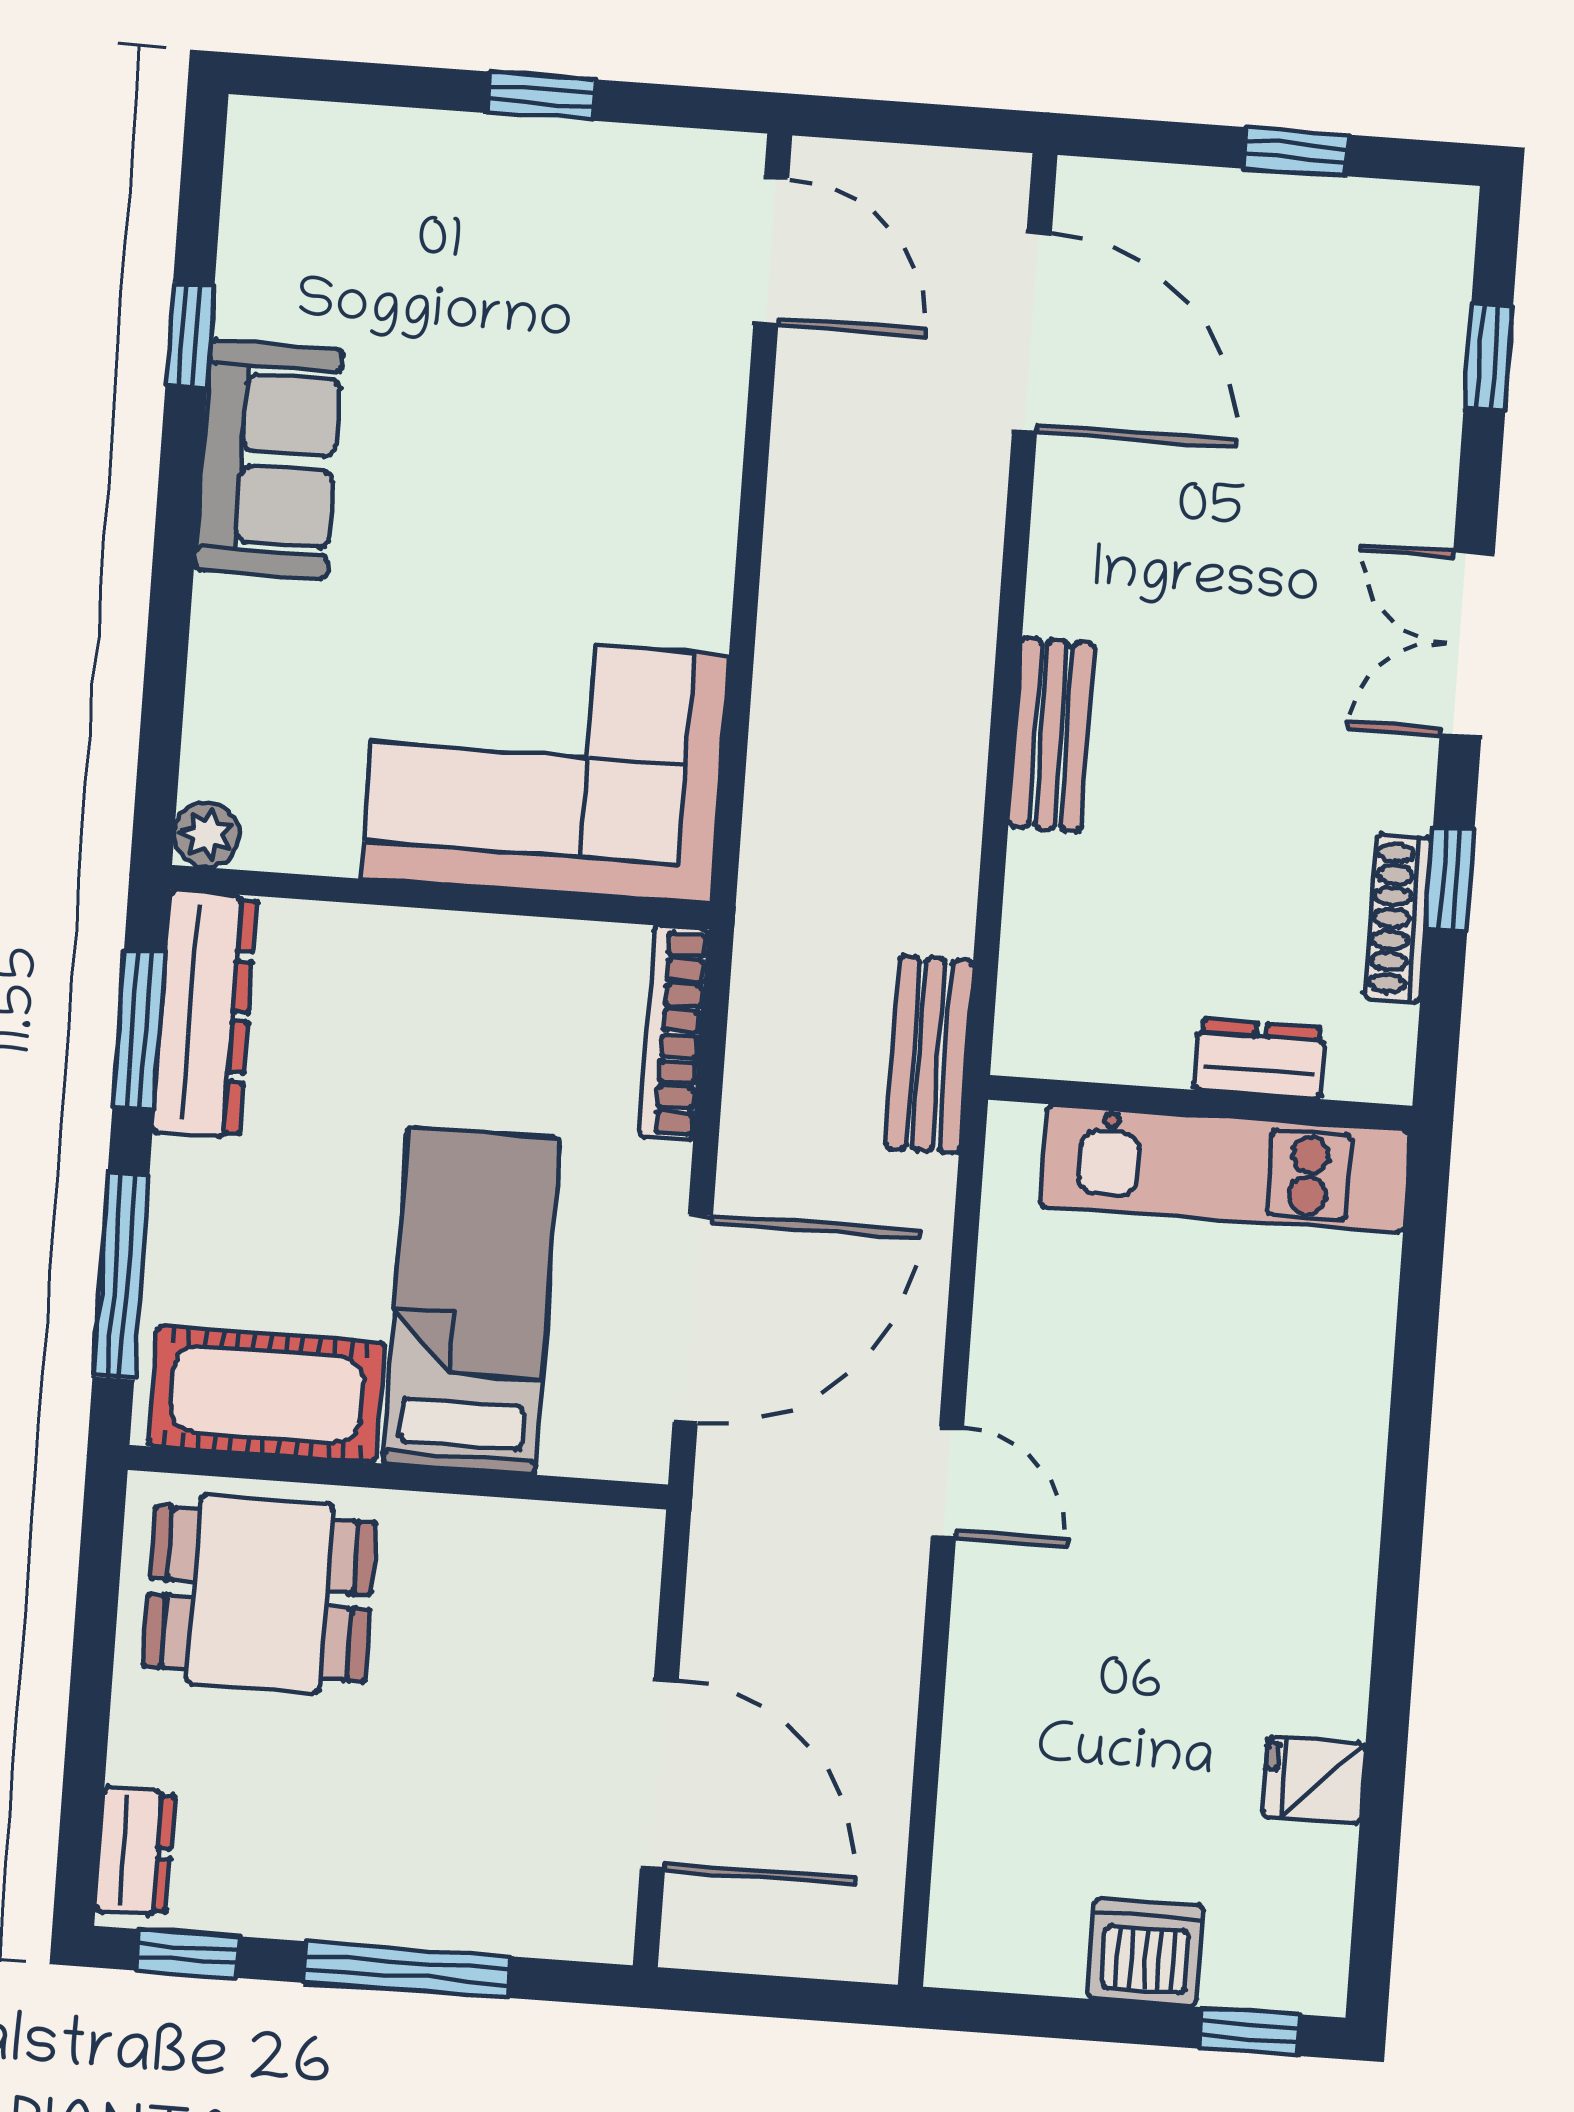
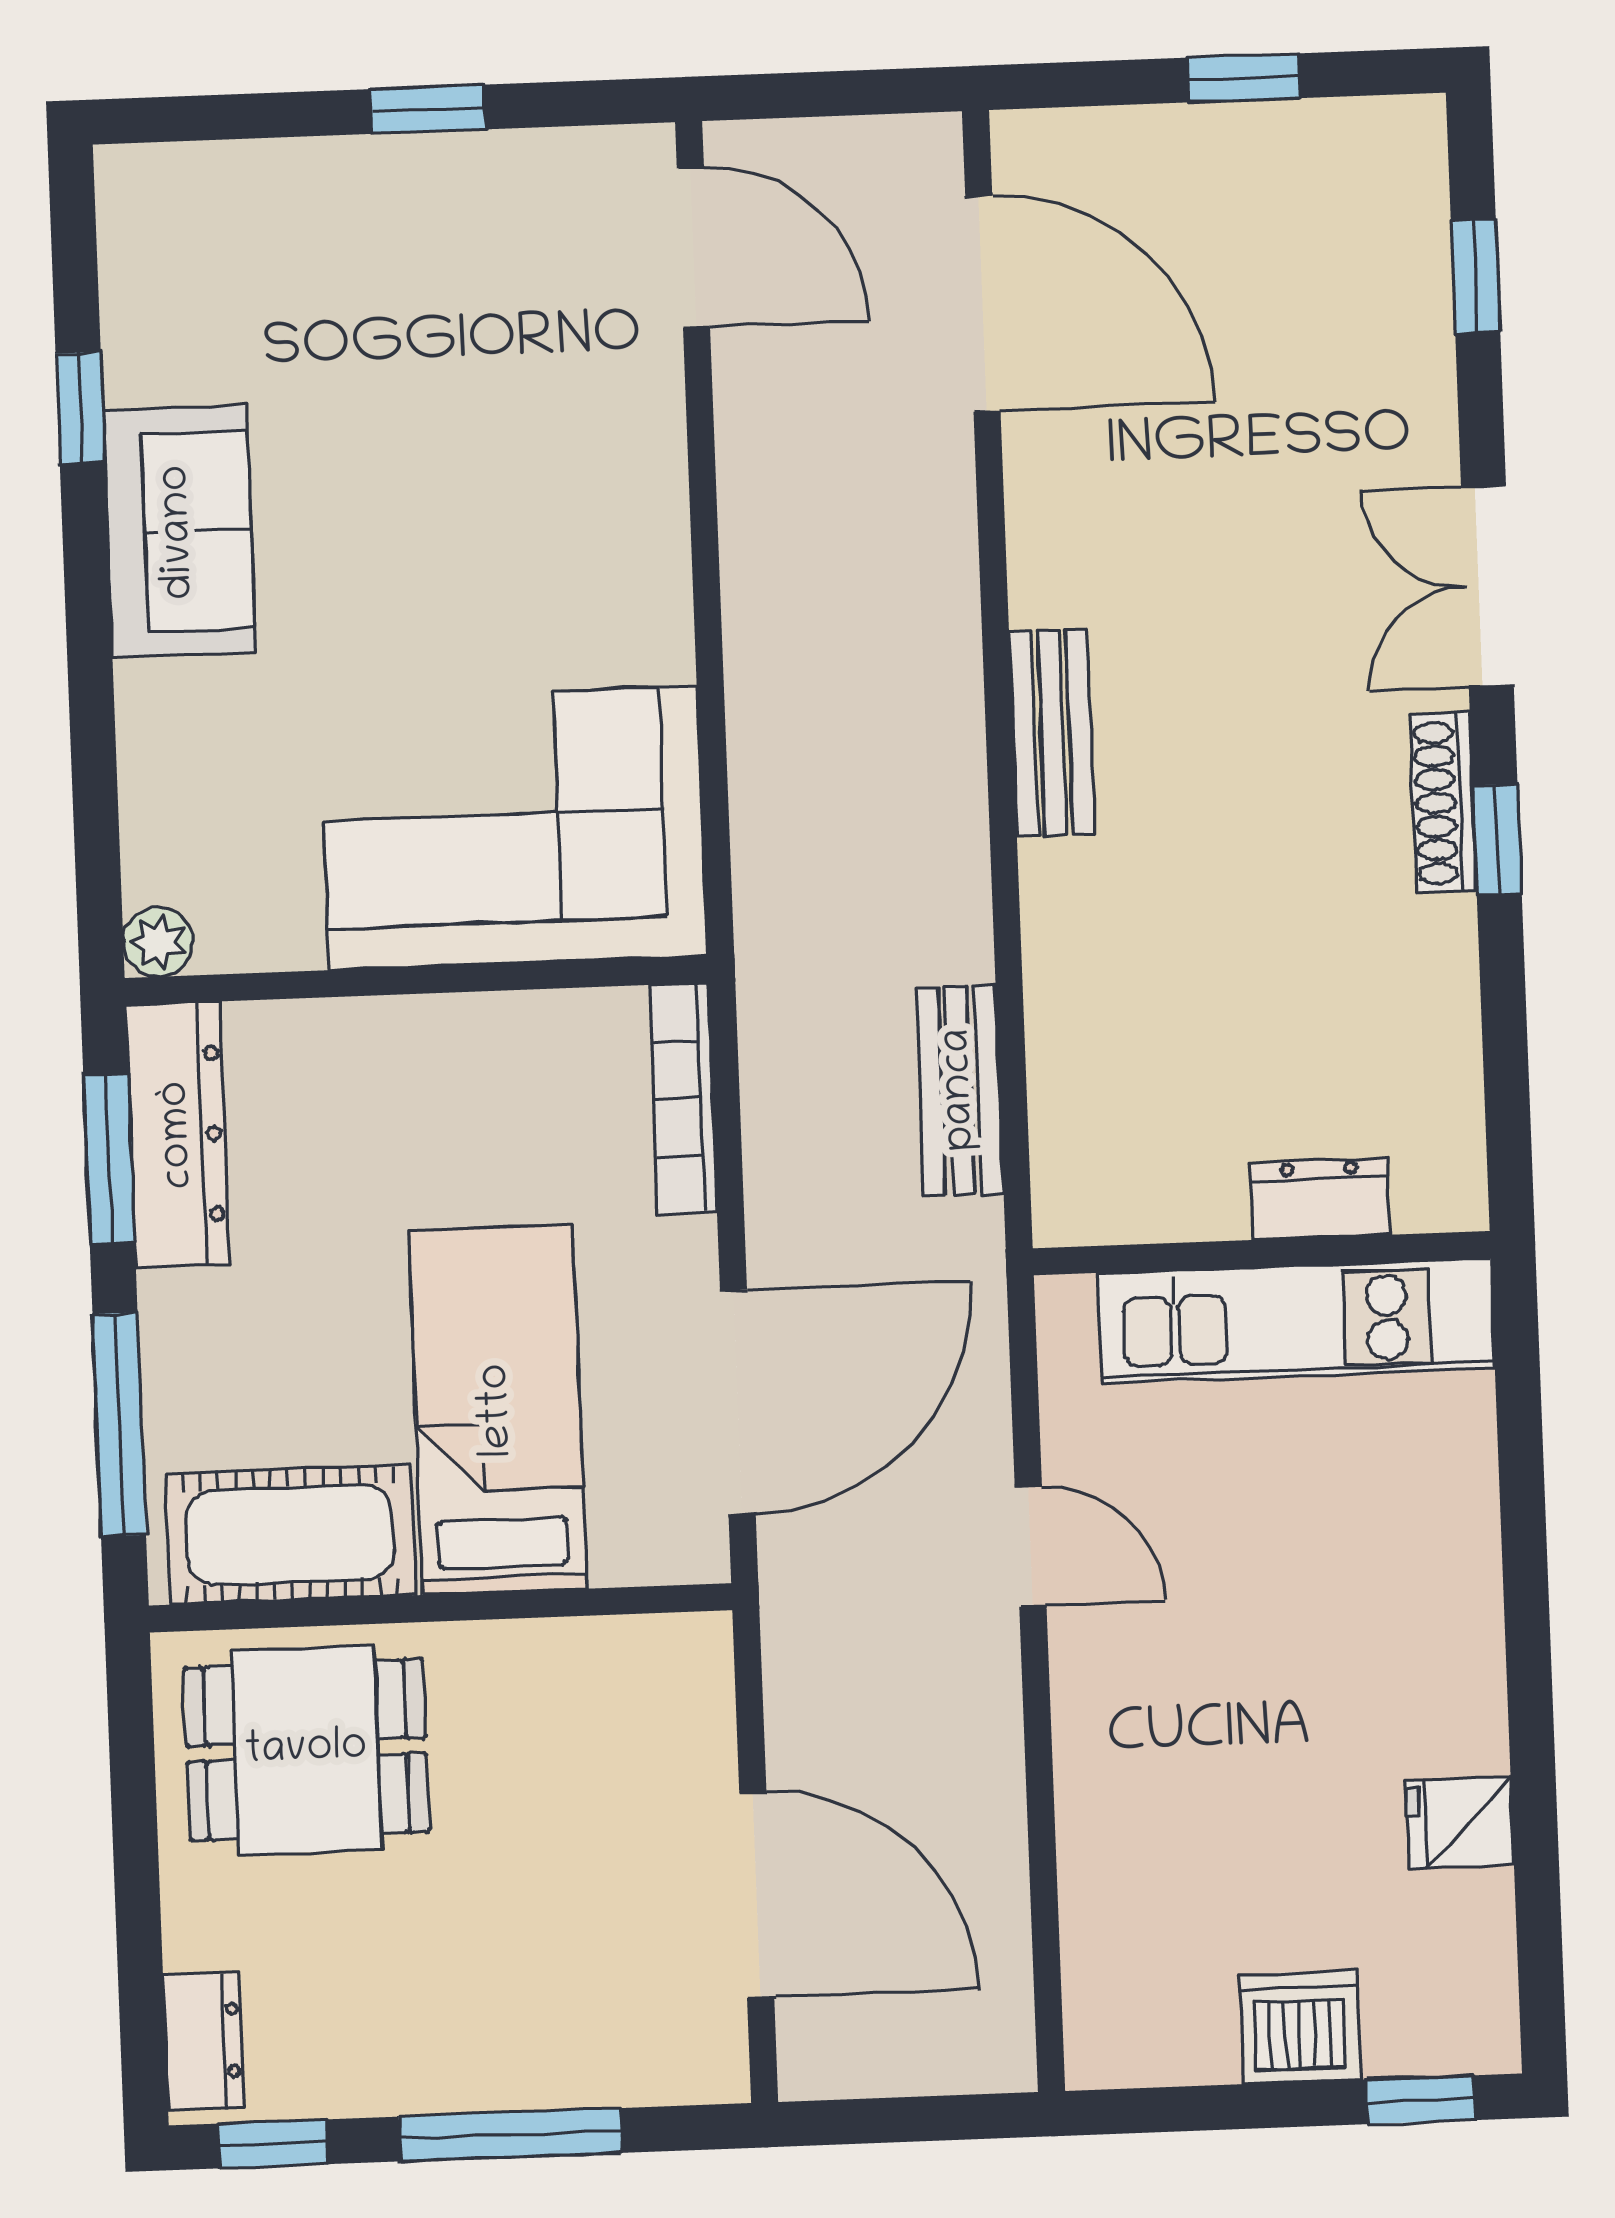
shoe rack: (1398, 918) -> (1443, 803), moved
dresser: (1260, 1059) -> (1320, 1199), moved
wall: (1200, 1103) -> (1262, 1253), moved
kitchen unit: (1225, 1169) -> (1296, 1321), moved

